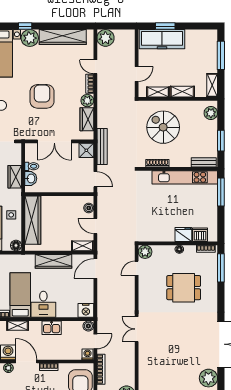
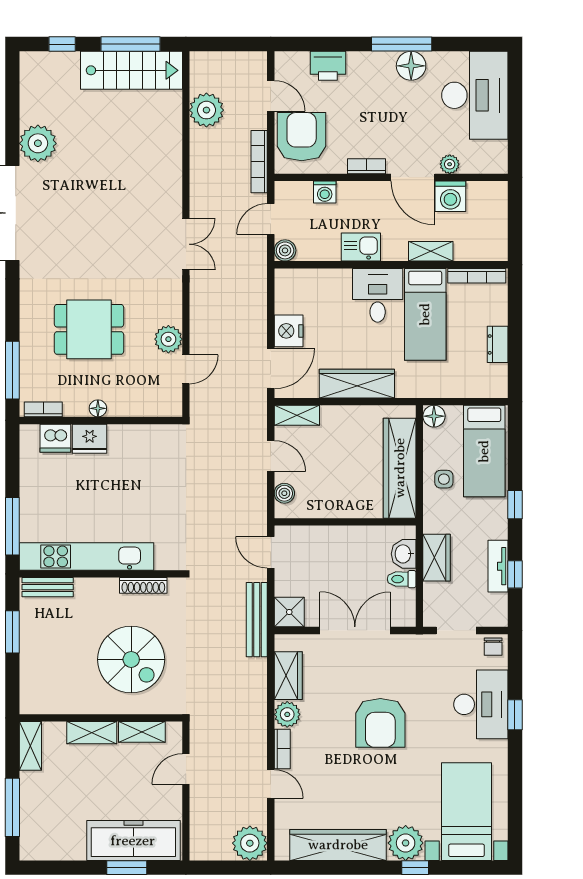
plant: (211, 113) -> (33, 689), removed
plant: (145, 252) -> (168, 339), moved
nightstand: (86, 310) -> (289, 331), moved, turned -90
washing machine: (88, 354) -> (325, 192), moved

